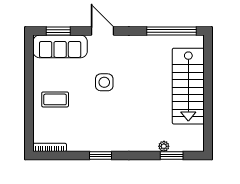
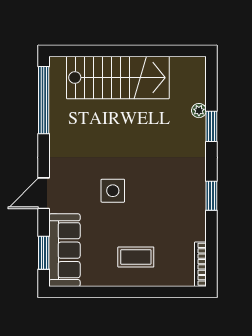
coffee table: (55, 99) -> (136, 257), turned 90
window: (172, 156) -> (211, 126), moved

